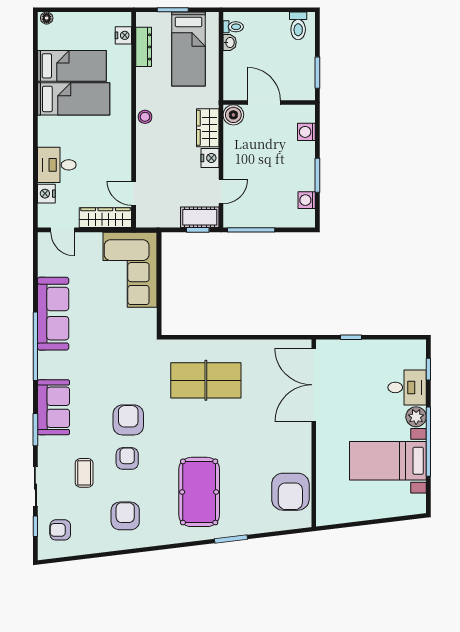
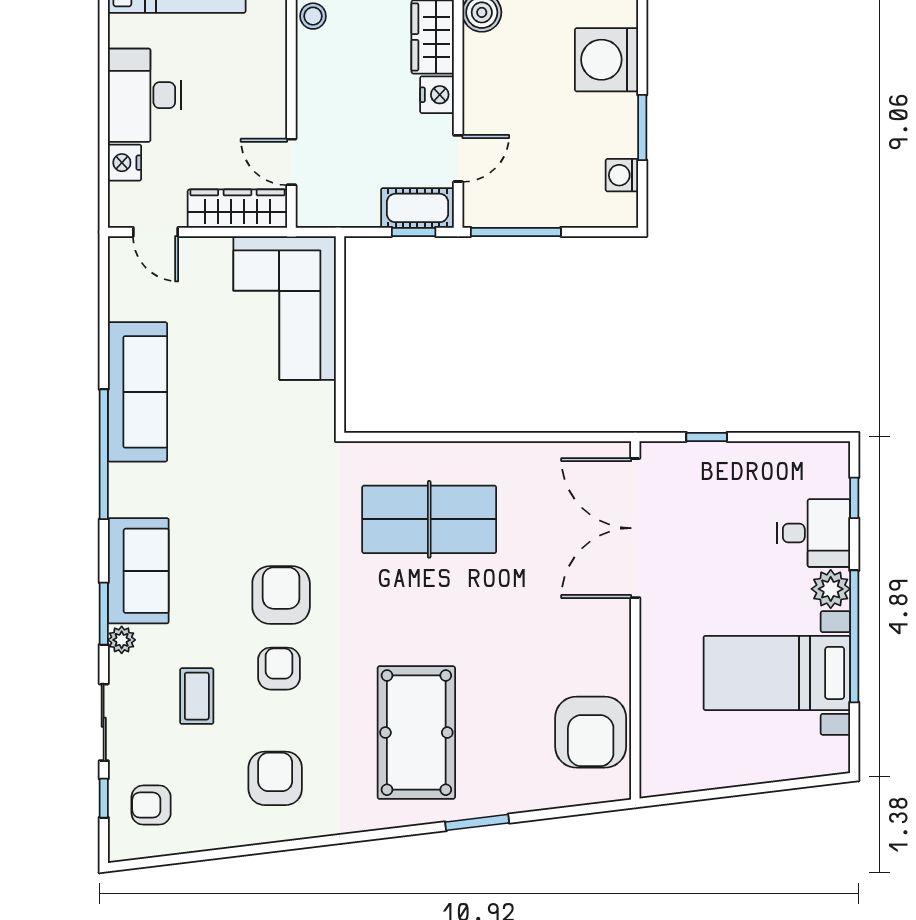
washing machine: (306, 132) -> (606, 60), width x1.89, depth x1.89
desk: (57, 165) -> (144, 95), width x1.37
plant: (45, 443) -> (122, 640), added

